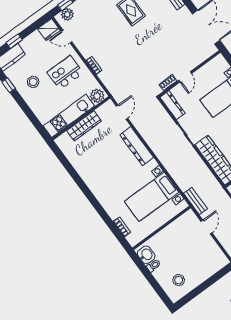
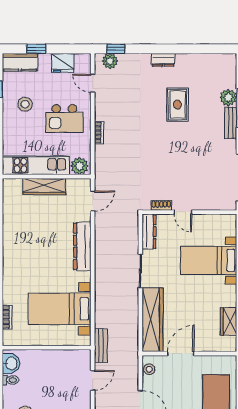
fridge: (49, 30) -> (63, 63), moved
kitchen island: (65, 73) -> (64, 119), turned 180
door: (185, 77) -> (183, 212), hinge flipped

